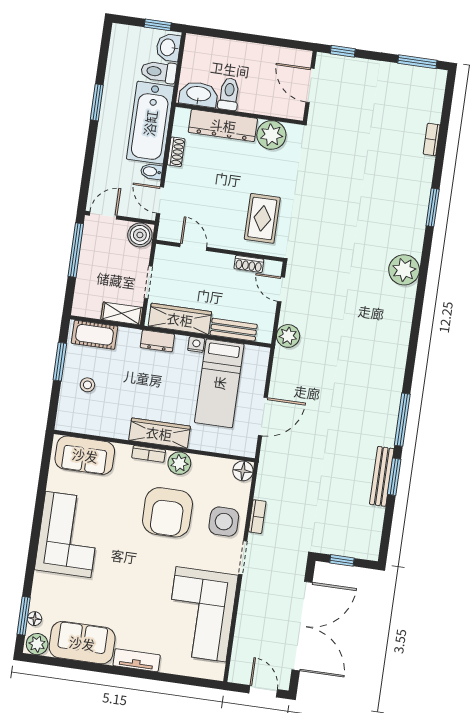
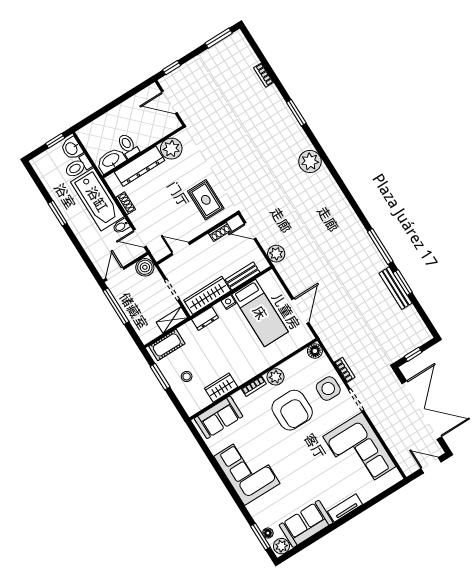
wardrobe: (159, 433) -> (221, 388), moved, width x0.67

